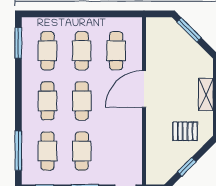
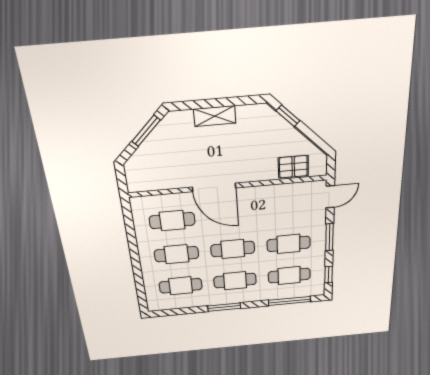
window: (189, 30) -> (146, 131), moved
window: (18, 43) -> (224, 307), moved
pallet: (185, 131) -> (293, 167), moved, turned 90
window: (187, 167) -> (288, 116), moved

